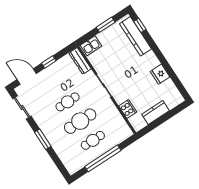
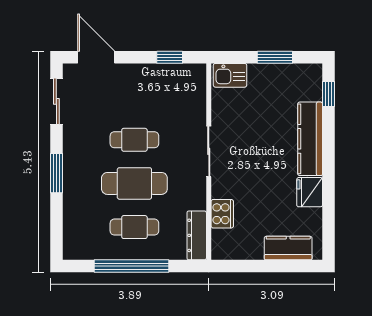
kitchen counter: (135, 36) -> (310, 139), moved
dresser: (80, 61) -> (197, 235), moved
window: (49, 62) -> (170, 57), moved
kitchen counter: (156, 112) -> (288, 248), moved

